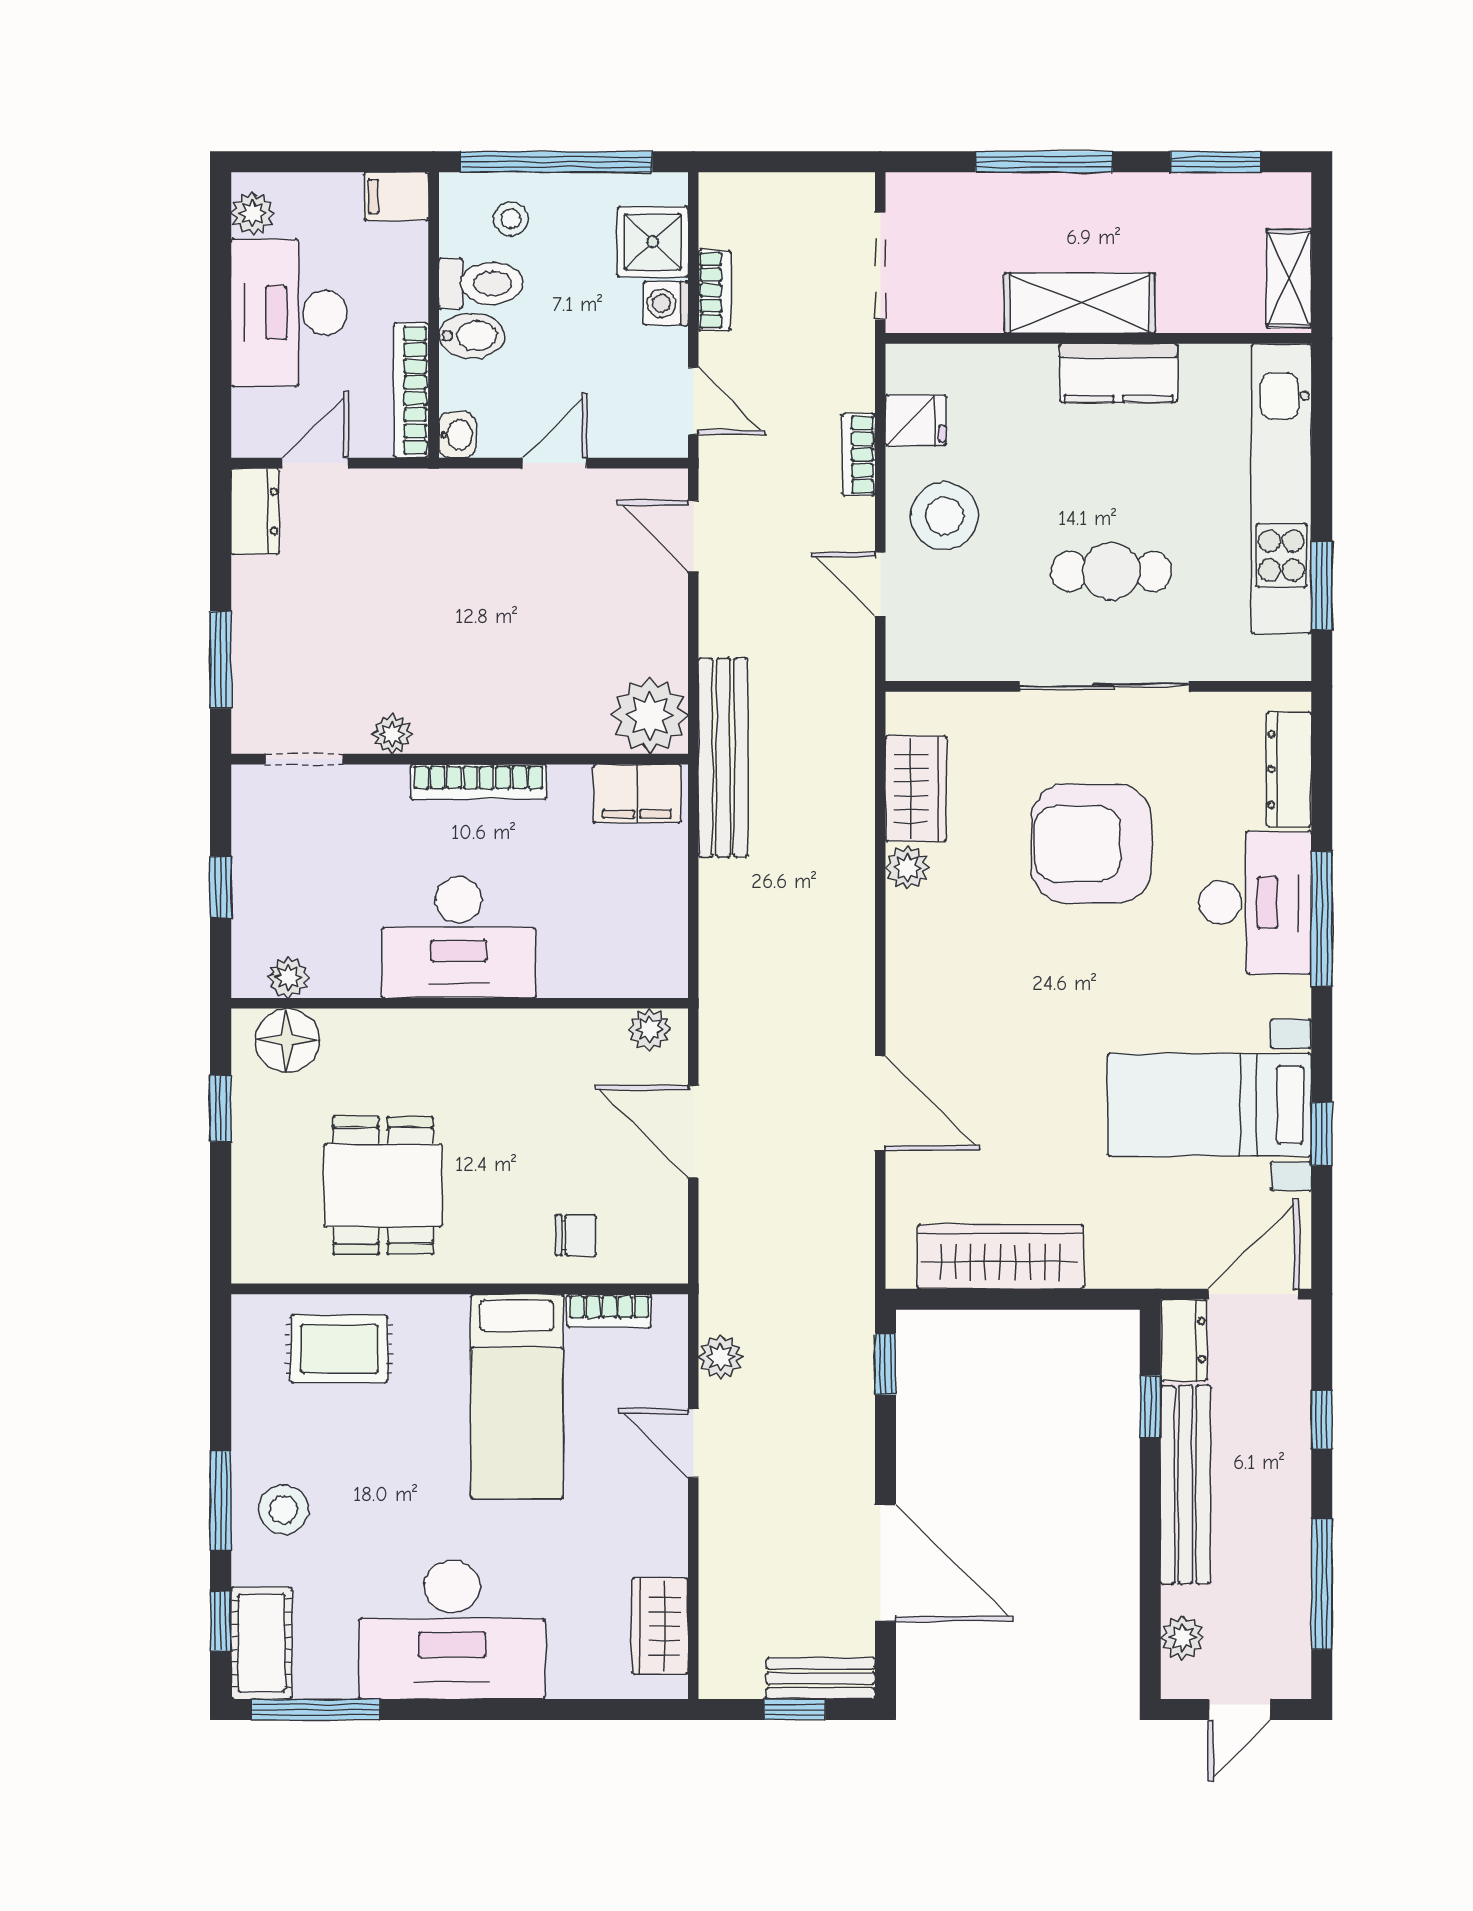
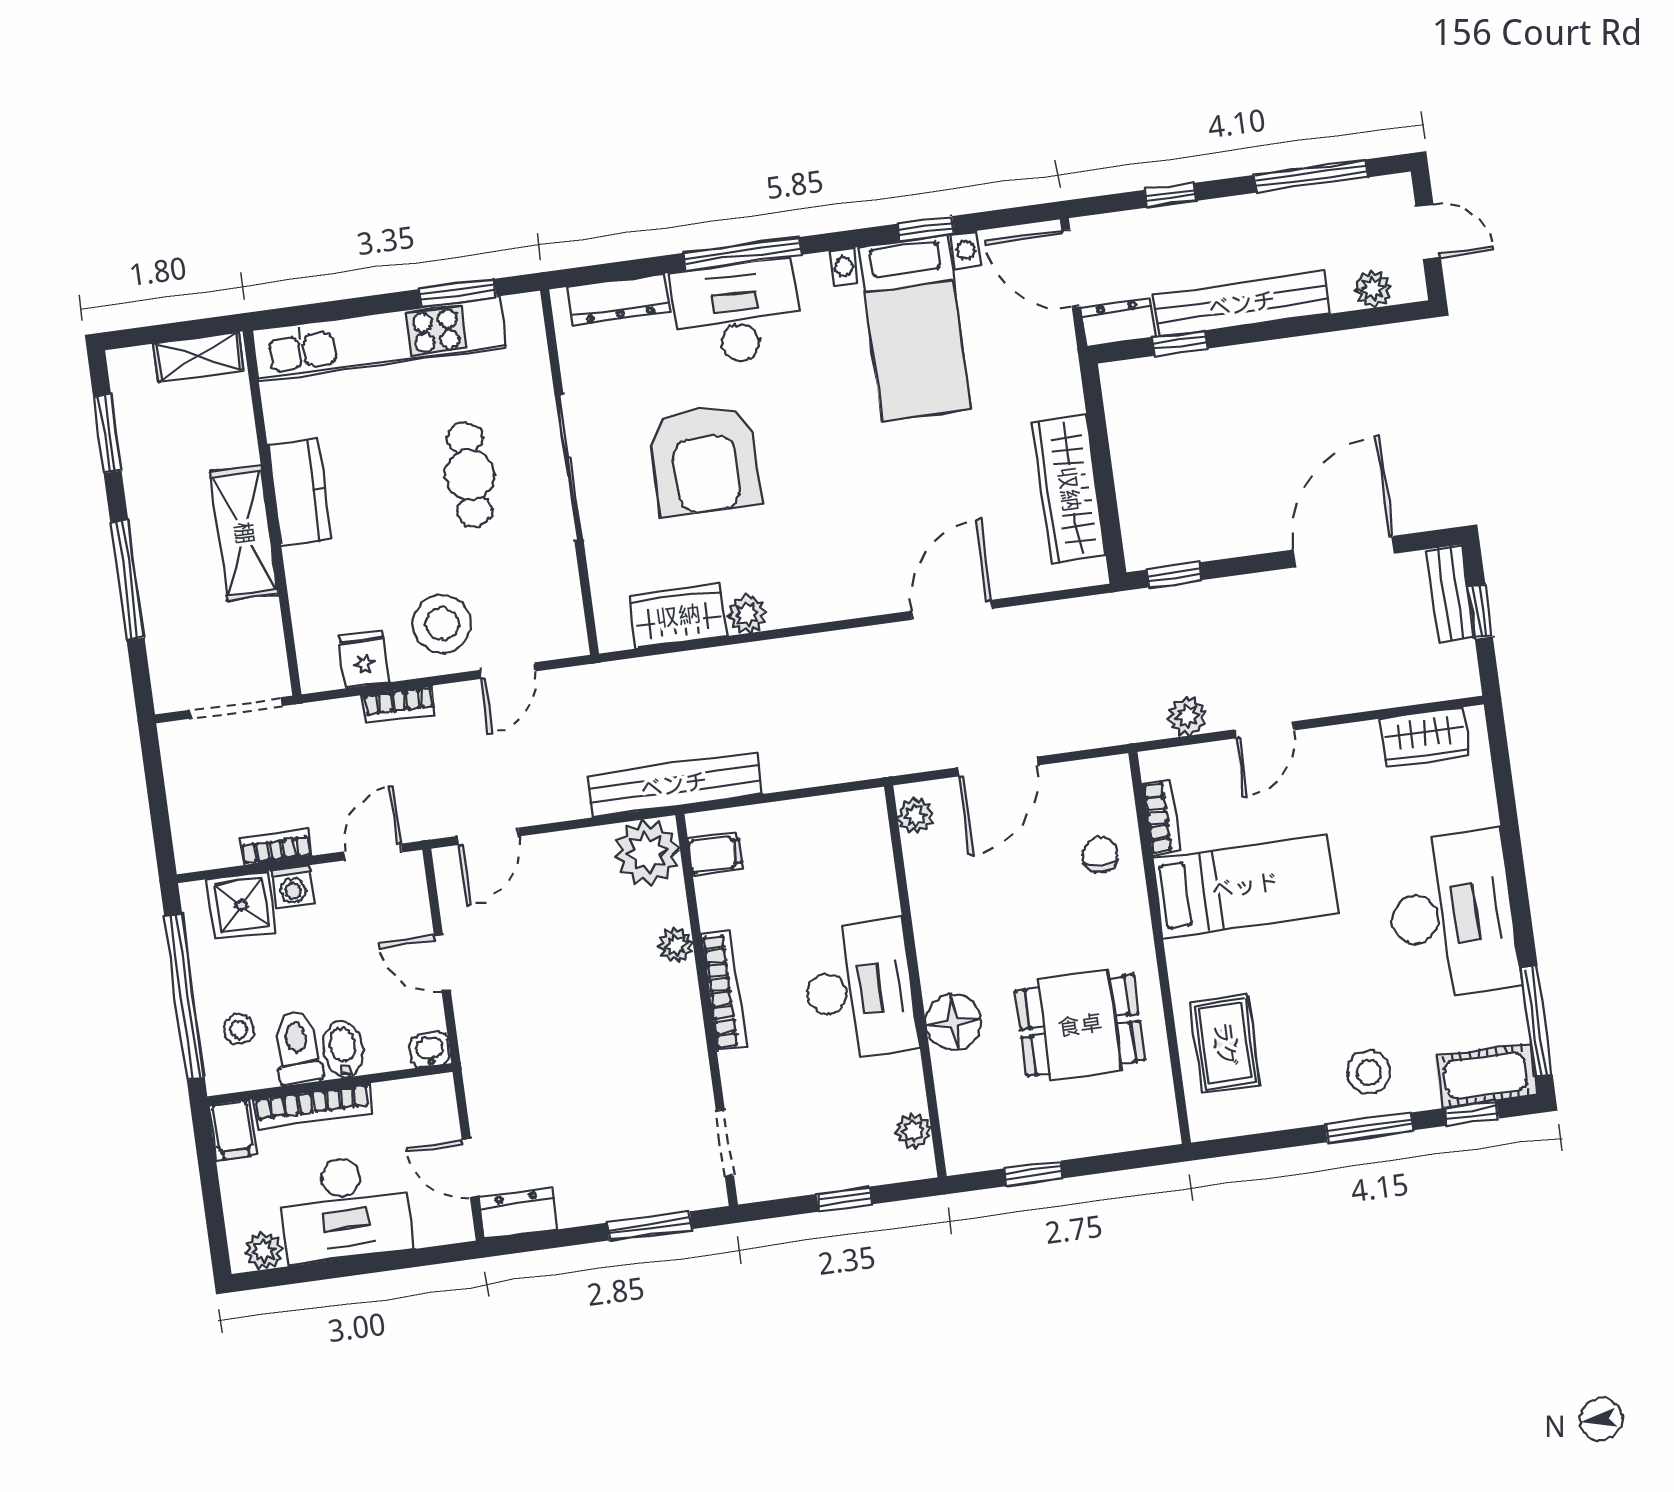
bookcase: (411, 390) -> (313, 1106), moved
plant: (392, 734) -> (676, 945), moved
filing cabinet: (637, 794) -> (715, 854), width x0.50
floor lamp: (287, 1040) -> (953, 1022), moved

